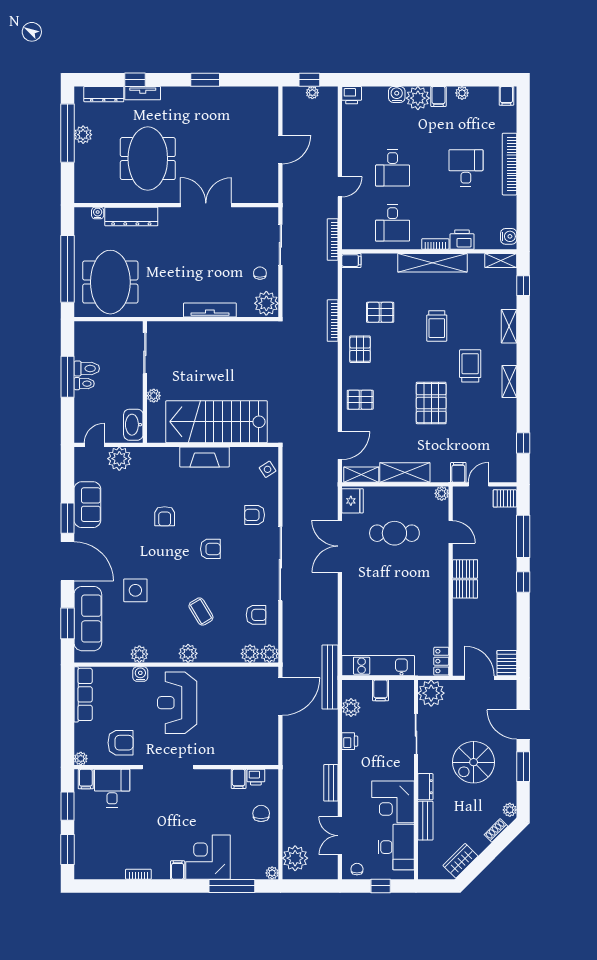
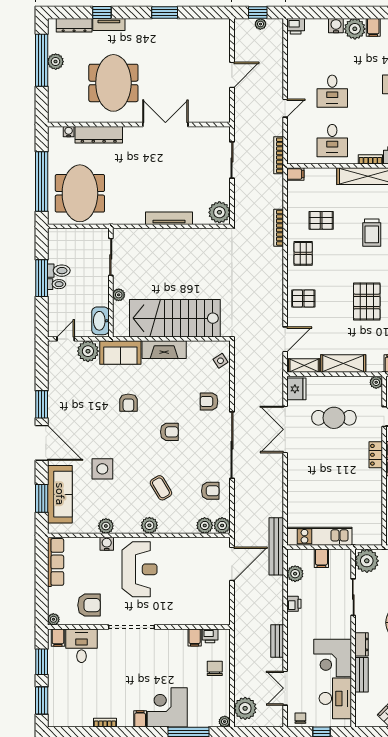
chair: (260, 273) -> (214, 185), removed
sofa: (87, 505) -> (120, 352), moved, turned 90
locker: (441, 661) -> (376, 455), moved
reception desk: (177, 703) -> (140, 569), turned 180

